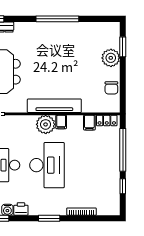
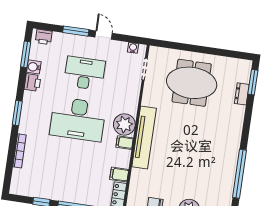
window: (57, 19) -> (240, 174), moved

